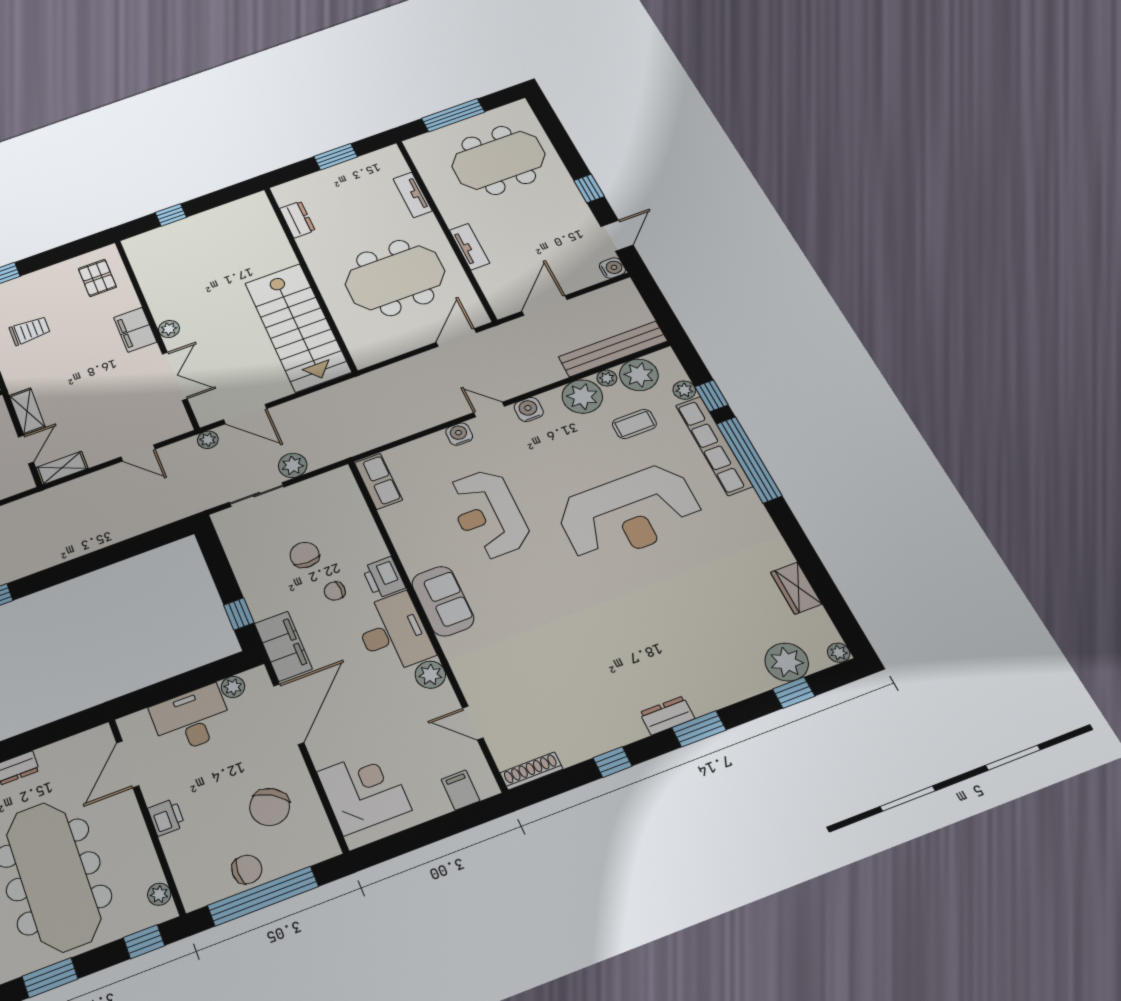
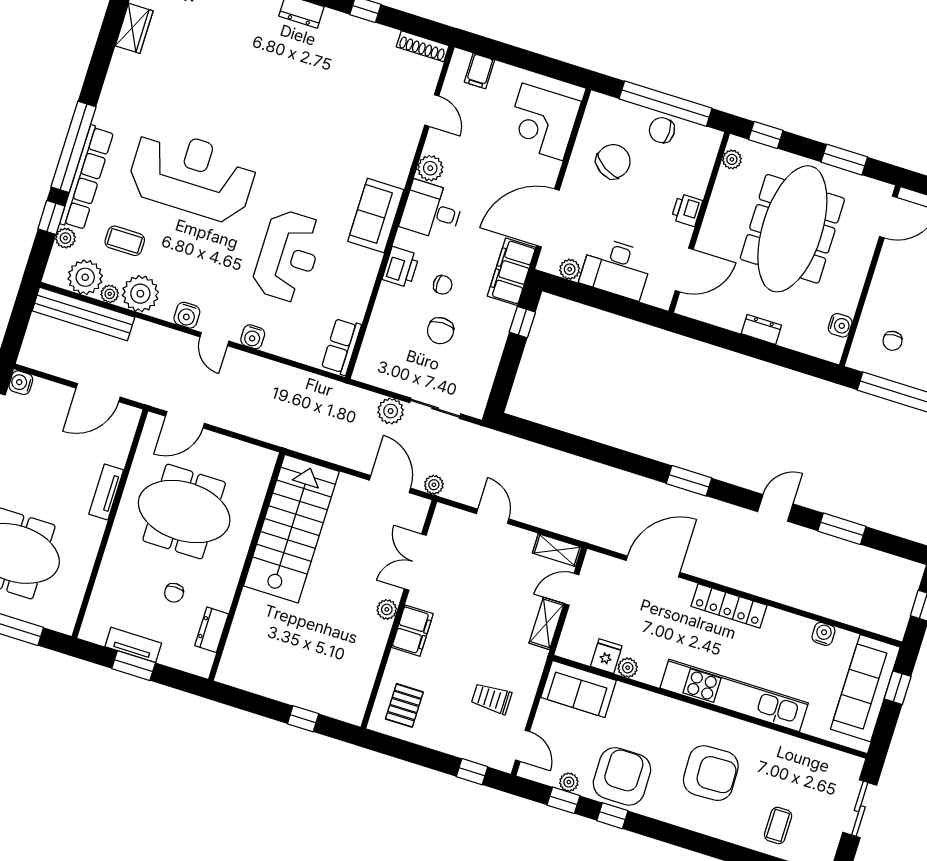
tv unit: (413, 195) -> (133, 645), moved, turned -90
chair: (350, 222) -> (174, 593), added
desk: (393, 633) -> (432, 211), width x0.73

